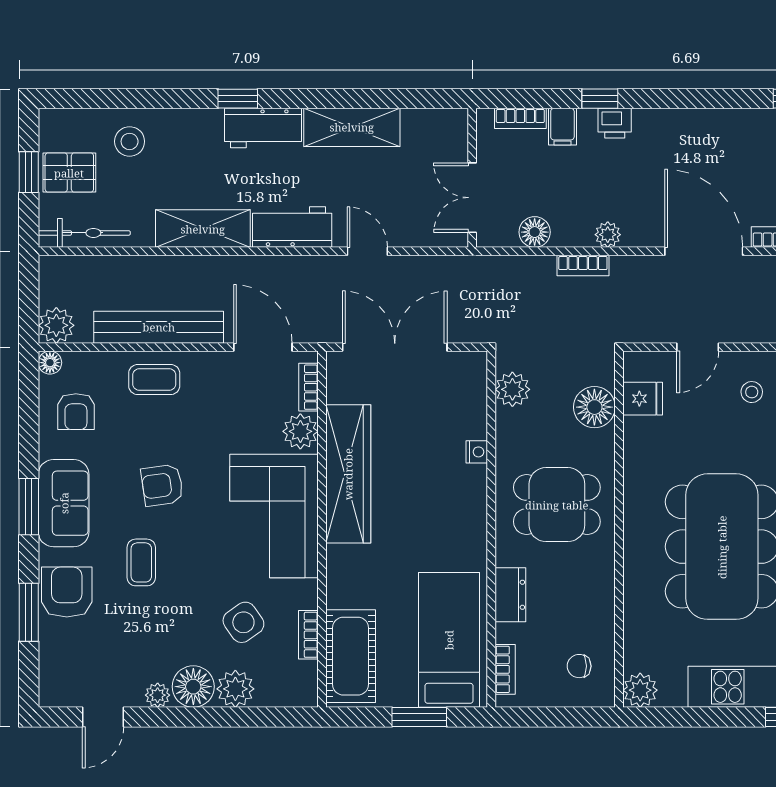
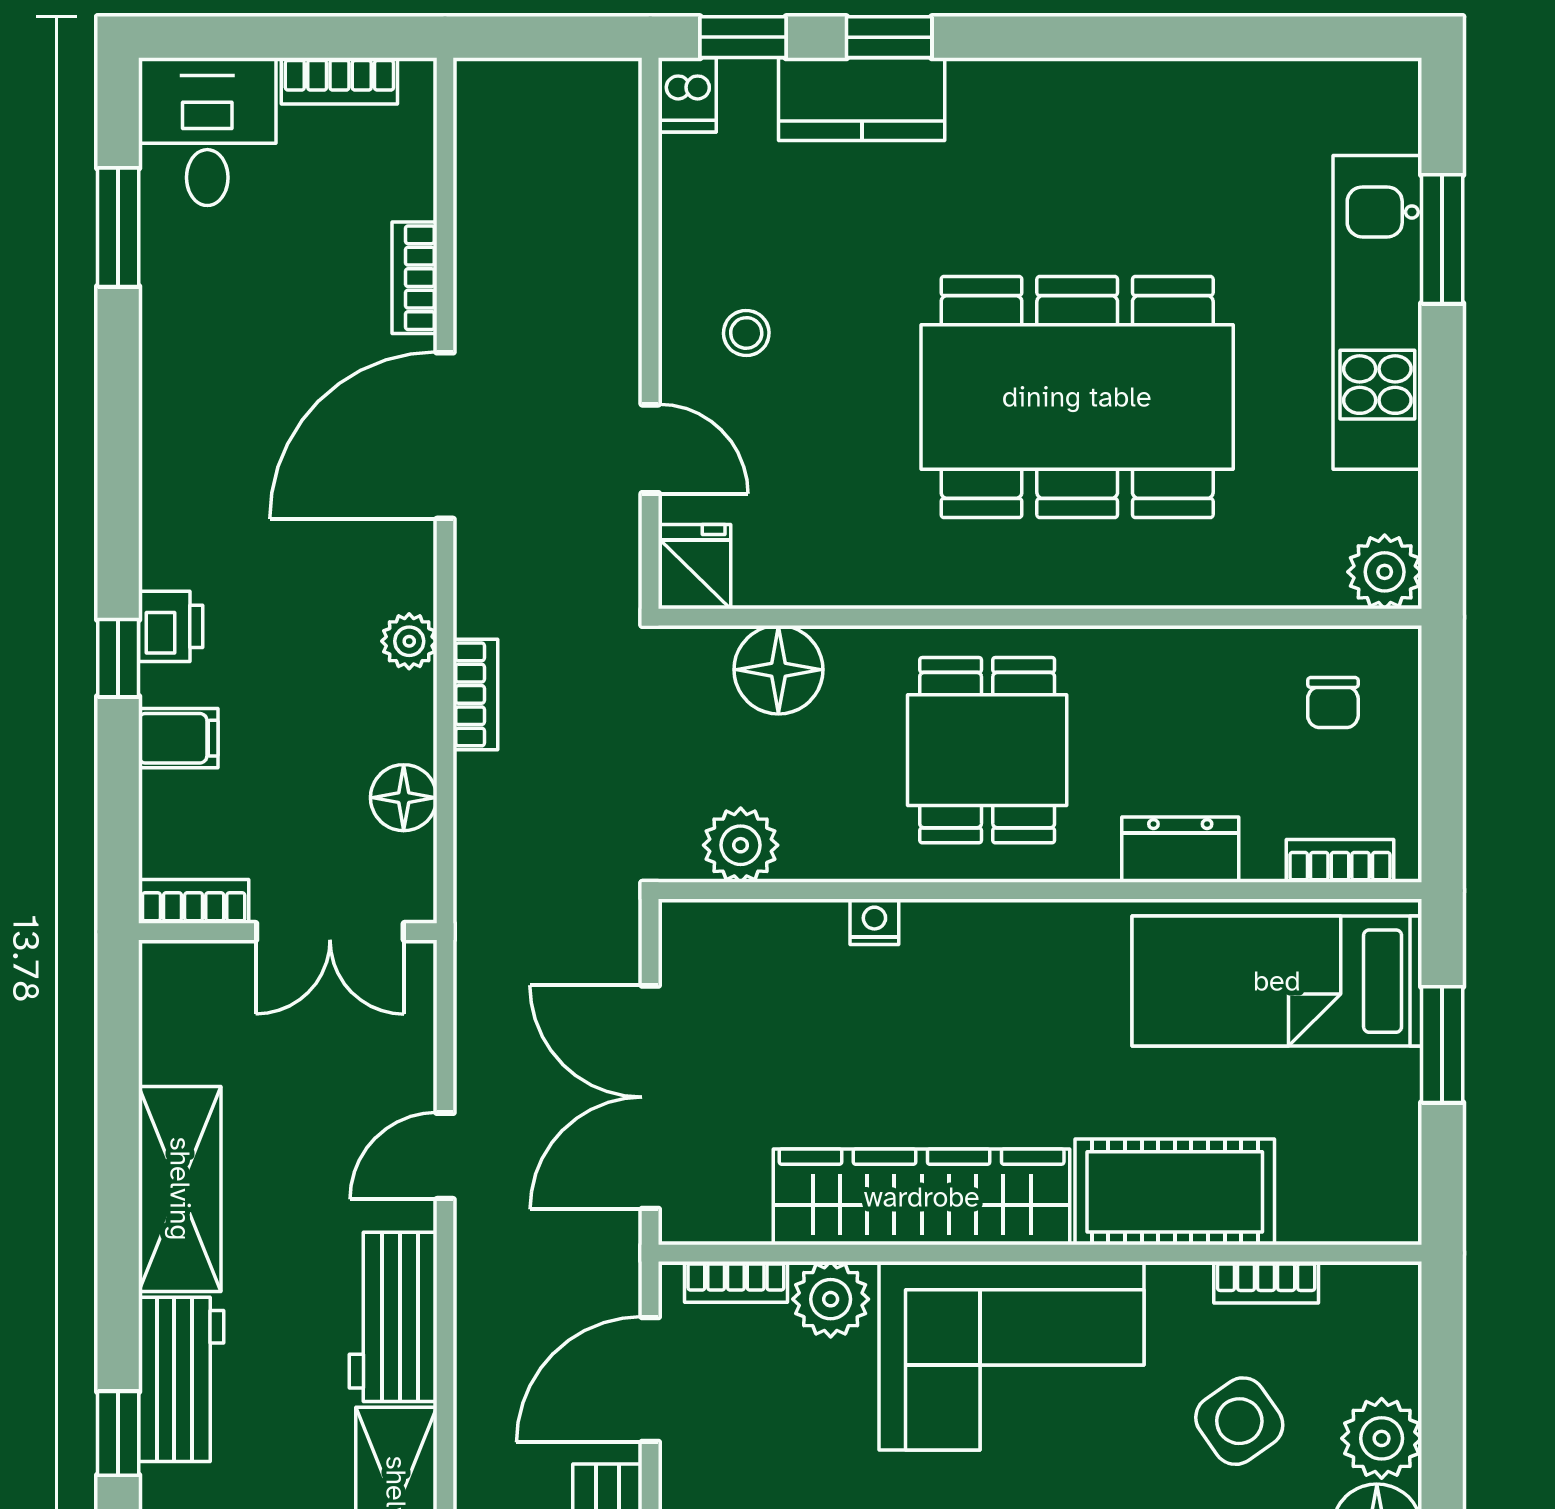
bookcase: (520, 118) -> (194, 901), moved, turned -90
fridge: (643, 399) -> (695, 567), moved
cot: (351, 656) -> (1175, 1192), moved

